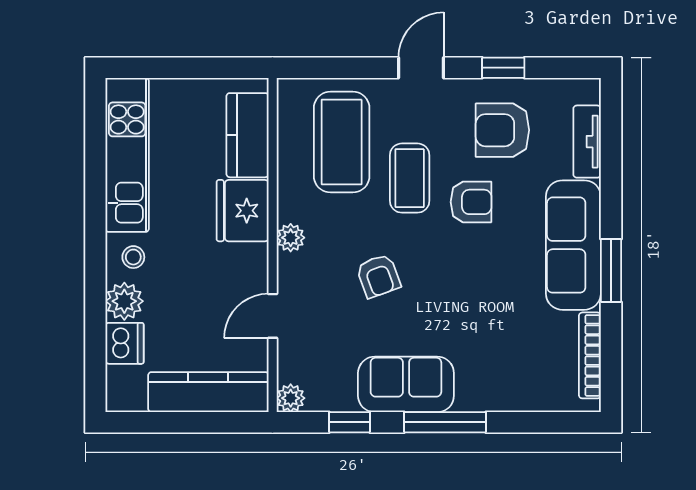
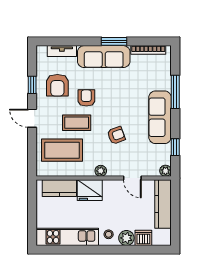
sofa: (406, 384) -> (160, 117), width x1.36
window: (445, 422) -> (175, 92), moved

